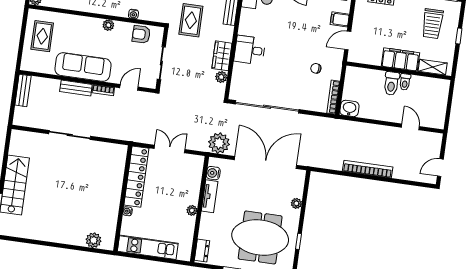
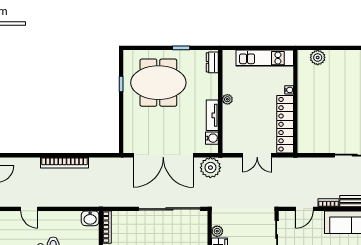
plant: (296, 203) -> (128, 120), removed

